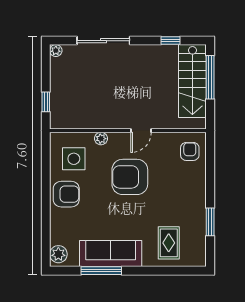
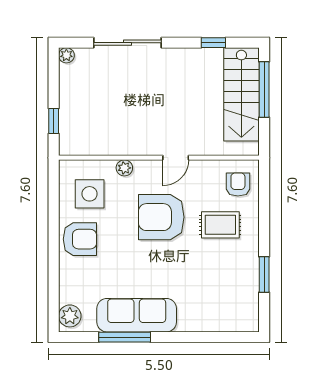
rug: (169, 243) -> (220, 225), moved, turned 90

